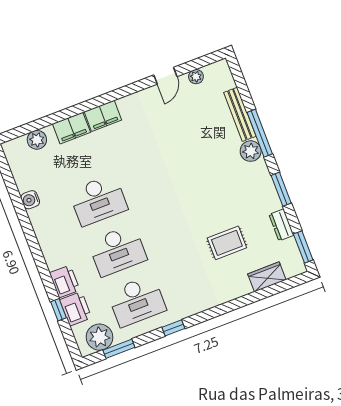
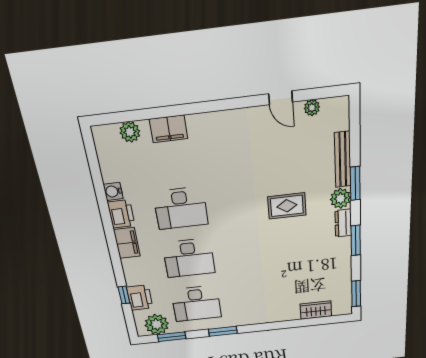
door: (165, 76) -> (281, 98), hinge flipped
filing cabinet: (103, 116) -> (127, 243), moved, turned -90
window: (260, 133) -> (355, 183), width x0.69
dresser: (281, 225) -> (343, 223), moved
rug: (227, 243) -> (287, 206), moved
printer: (65, 281) -> (121, 214), moved
window: (173, 328) -> (223, 331), width x1.50

